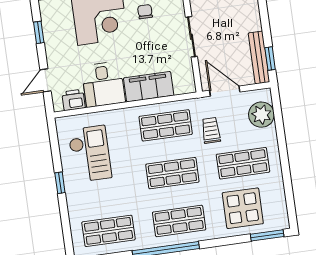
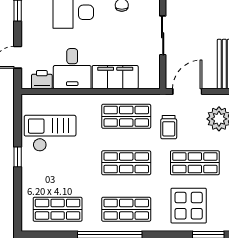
door: (225, 91) -> (187, 92), hinge flipped
trolley: (211, 130) -> (169, 127), turned 180
checkout: (90, 154) -> (50, 133), turned -90

